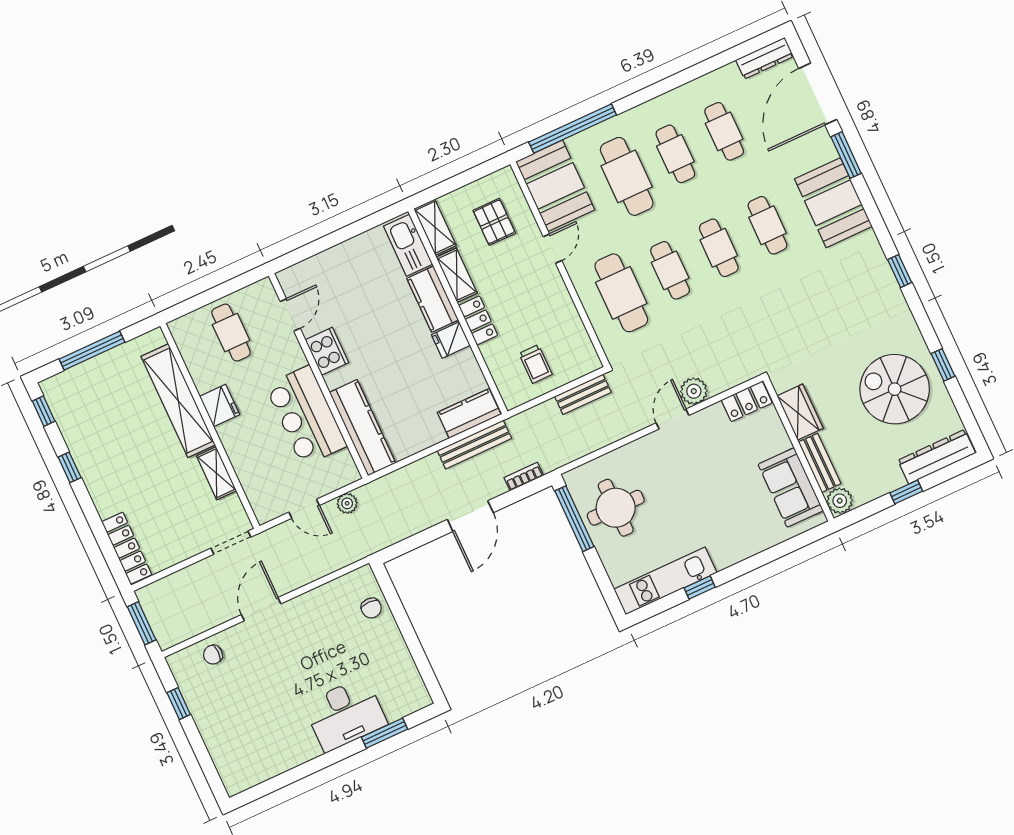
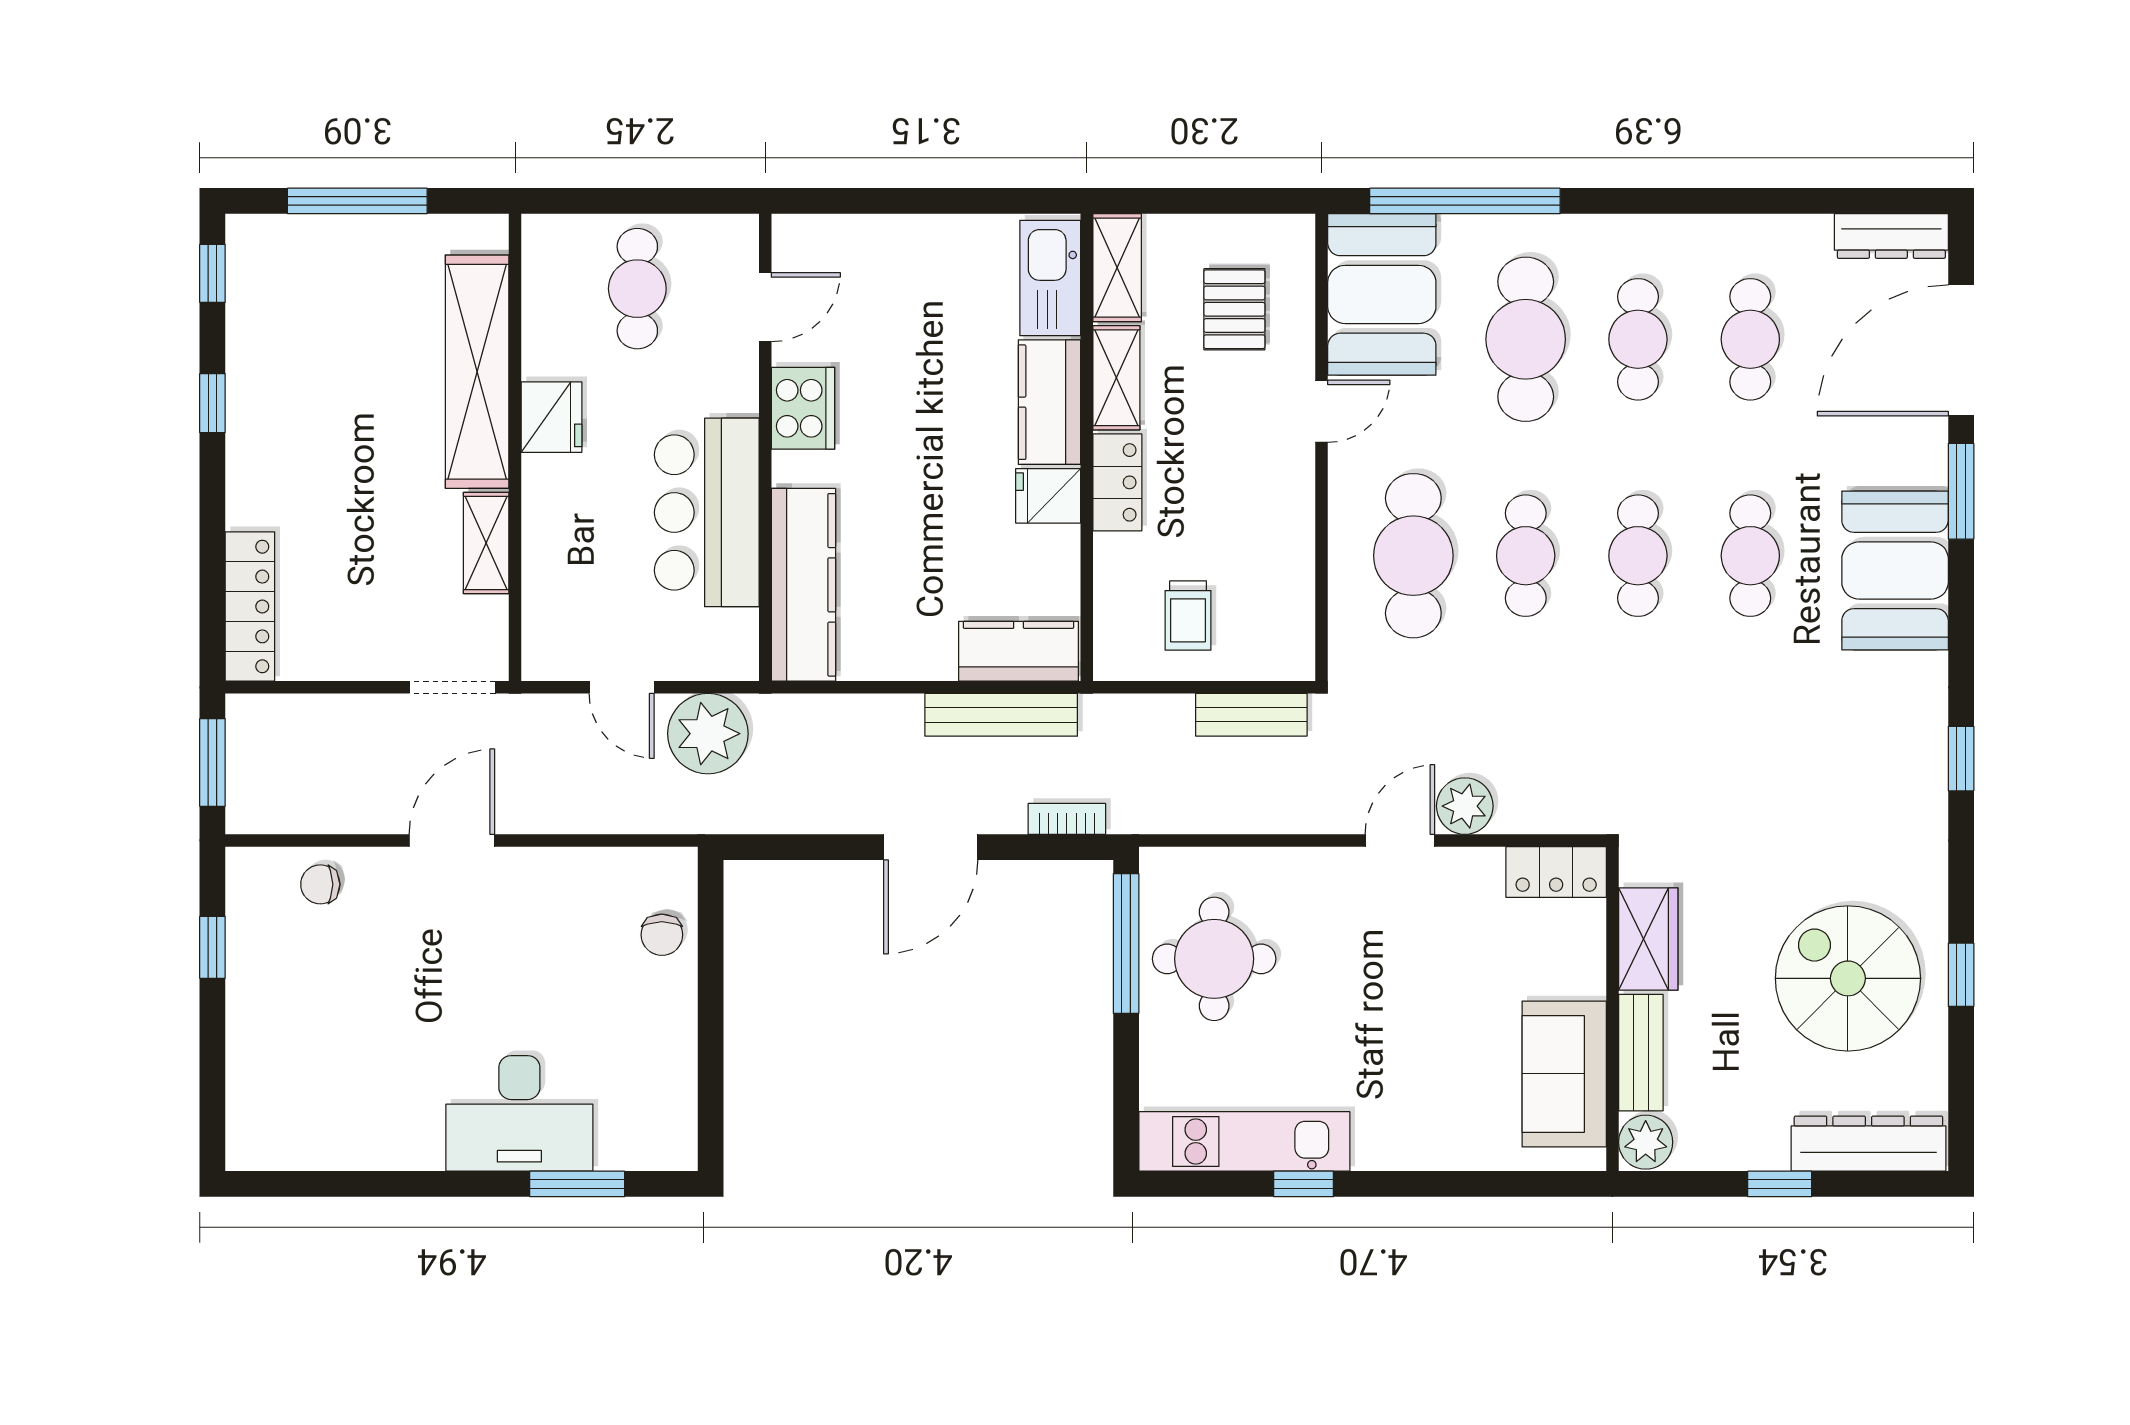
plant: (347, 503) -> (708, 734), width x1.88, depth x1.88

